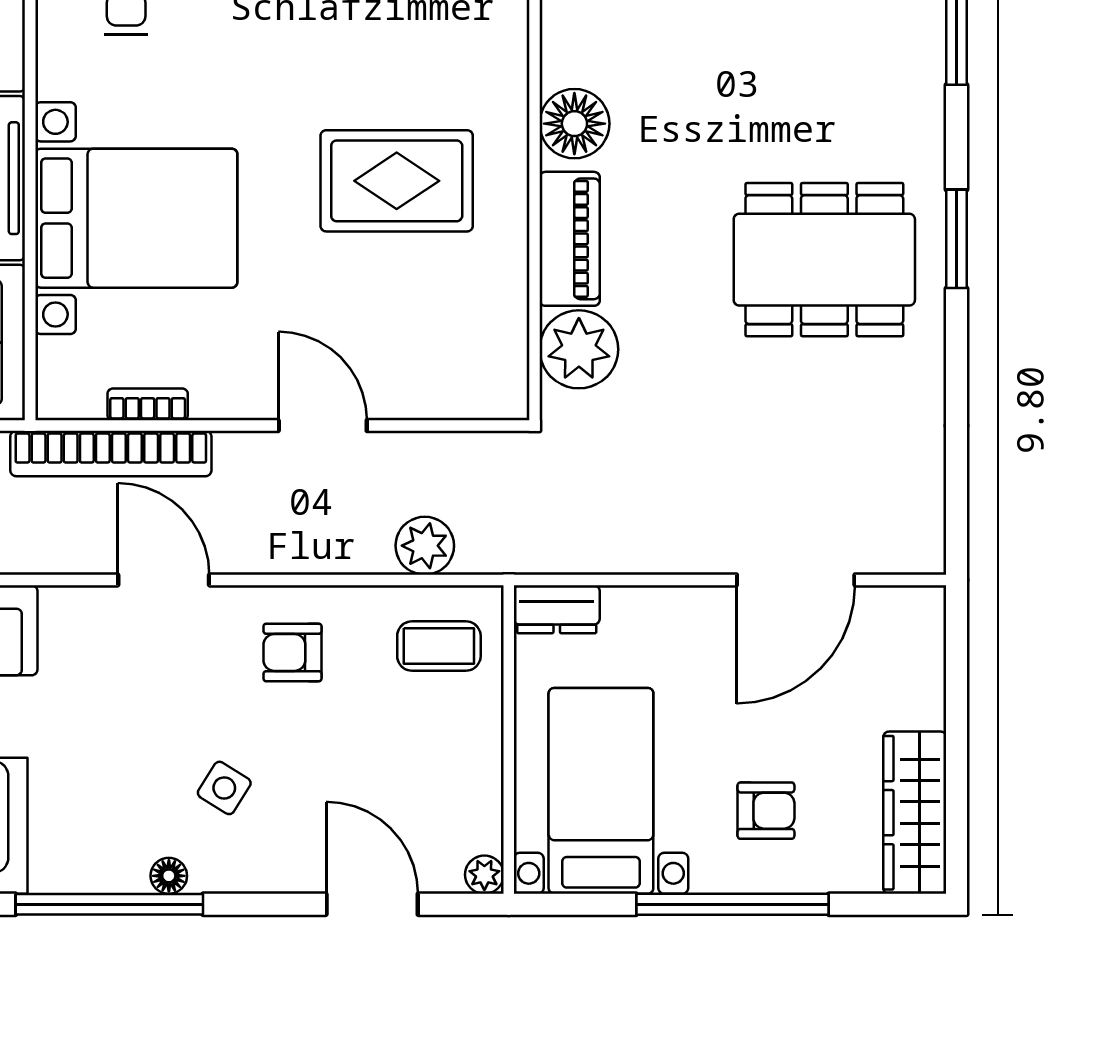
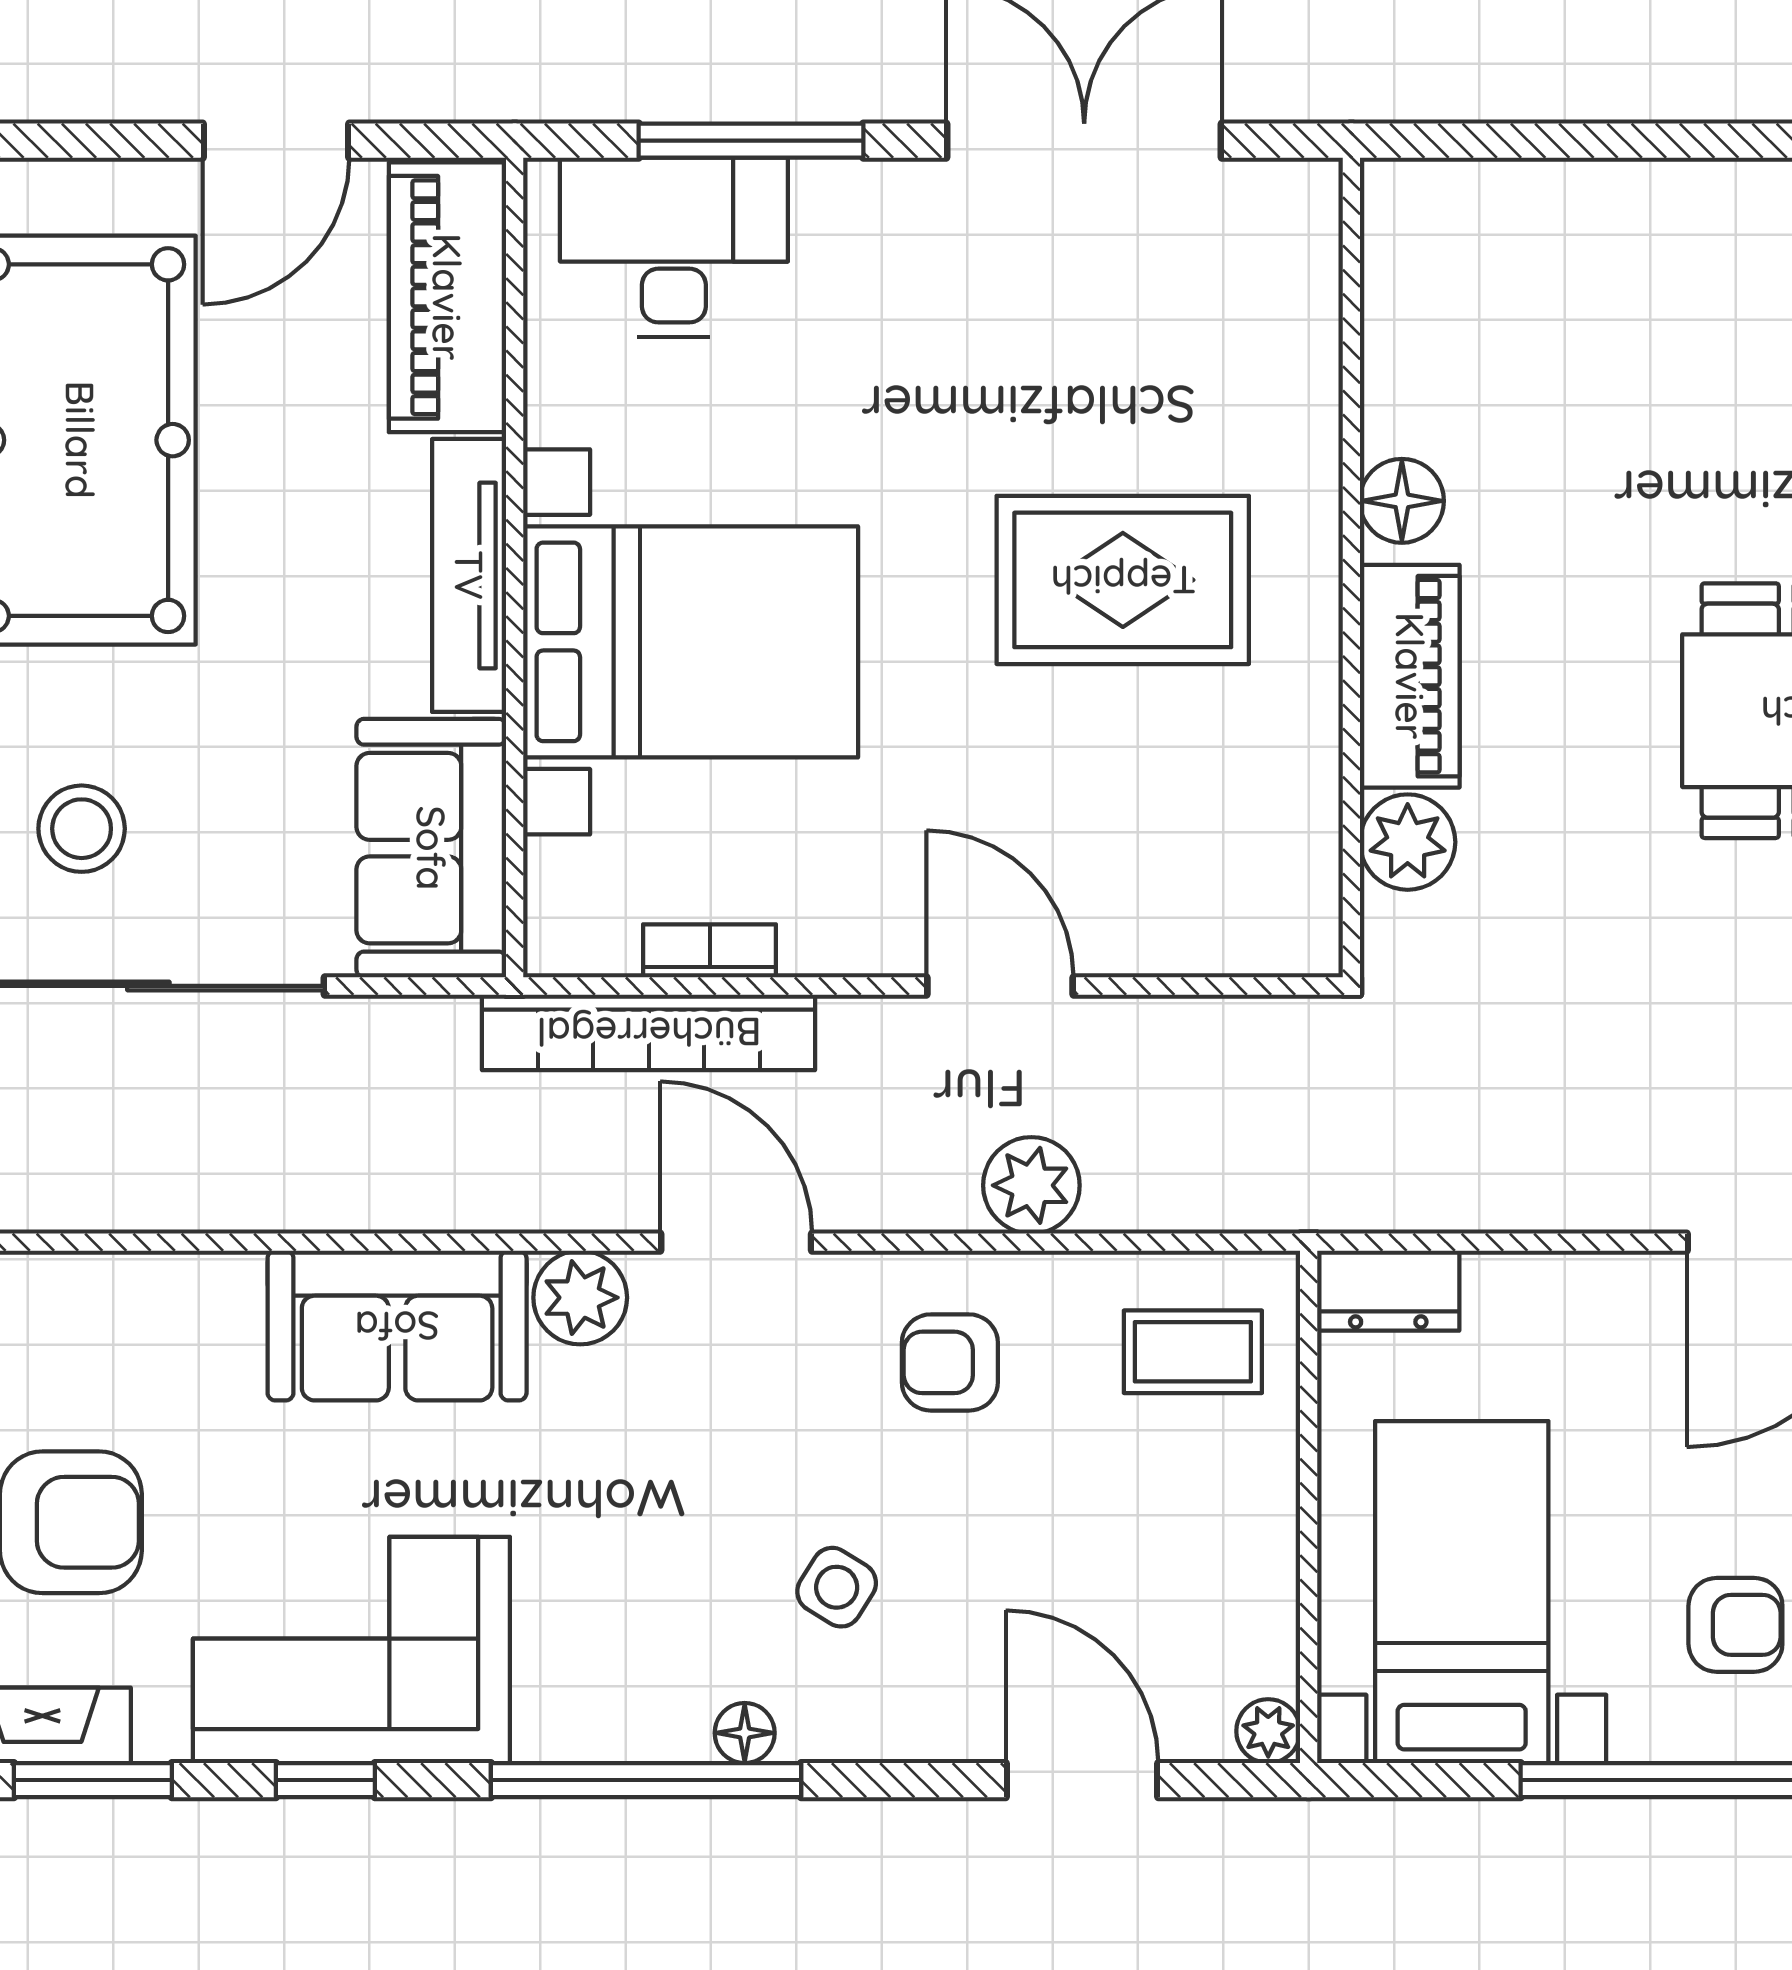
floor lamp: (574, 124) -> (1402, 501), width x0.73, depth x0.73
plant: (579, 349) -> (1408, 842), width x0.73, depth x0.73
plant: (425, 546) -> (1031, 1185), moved
plant: (70, 613) -> (580, 1298), added

